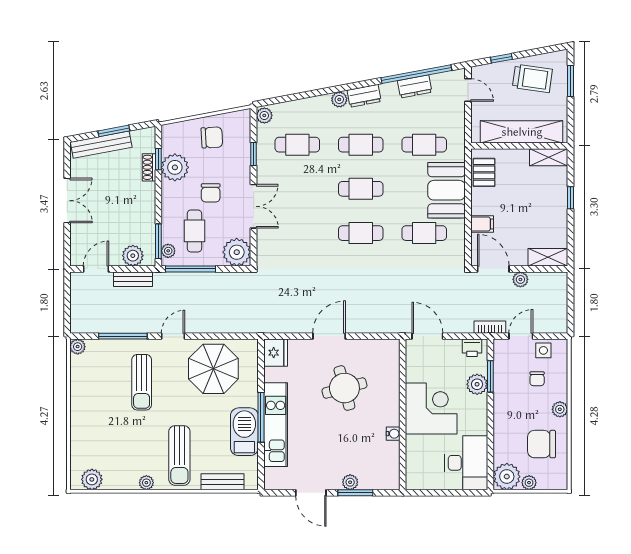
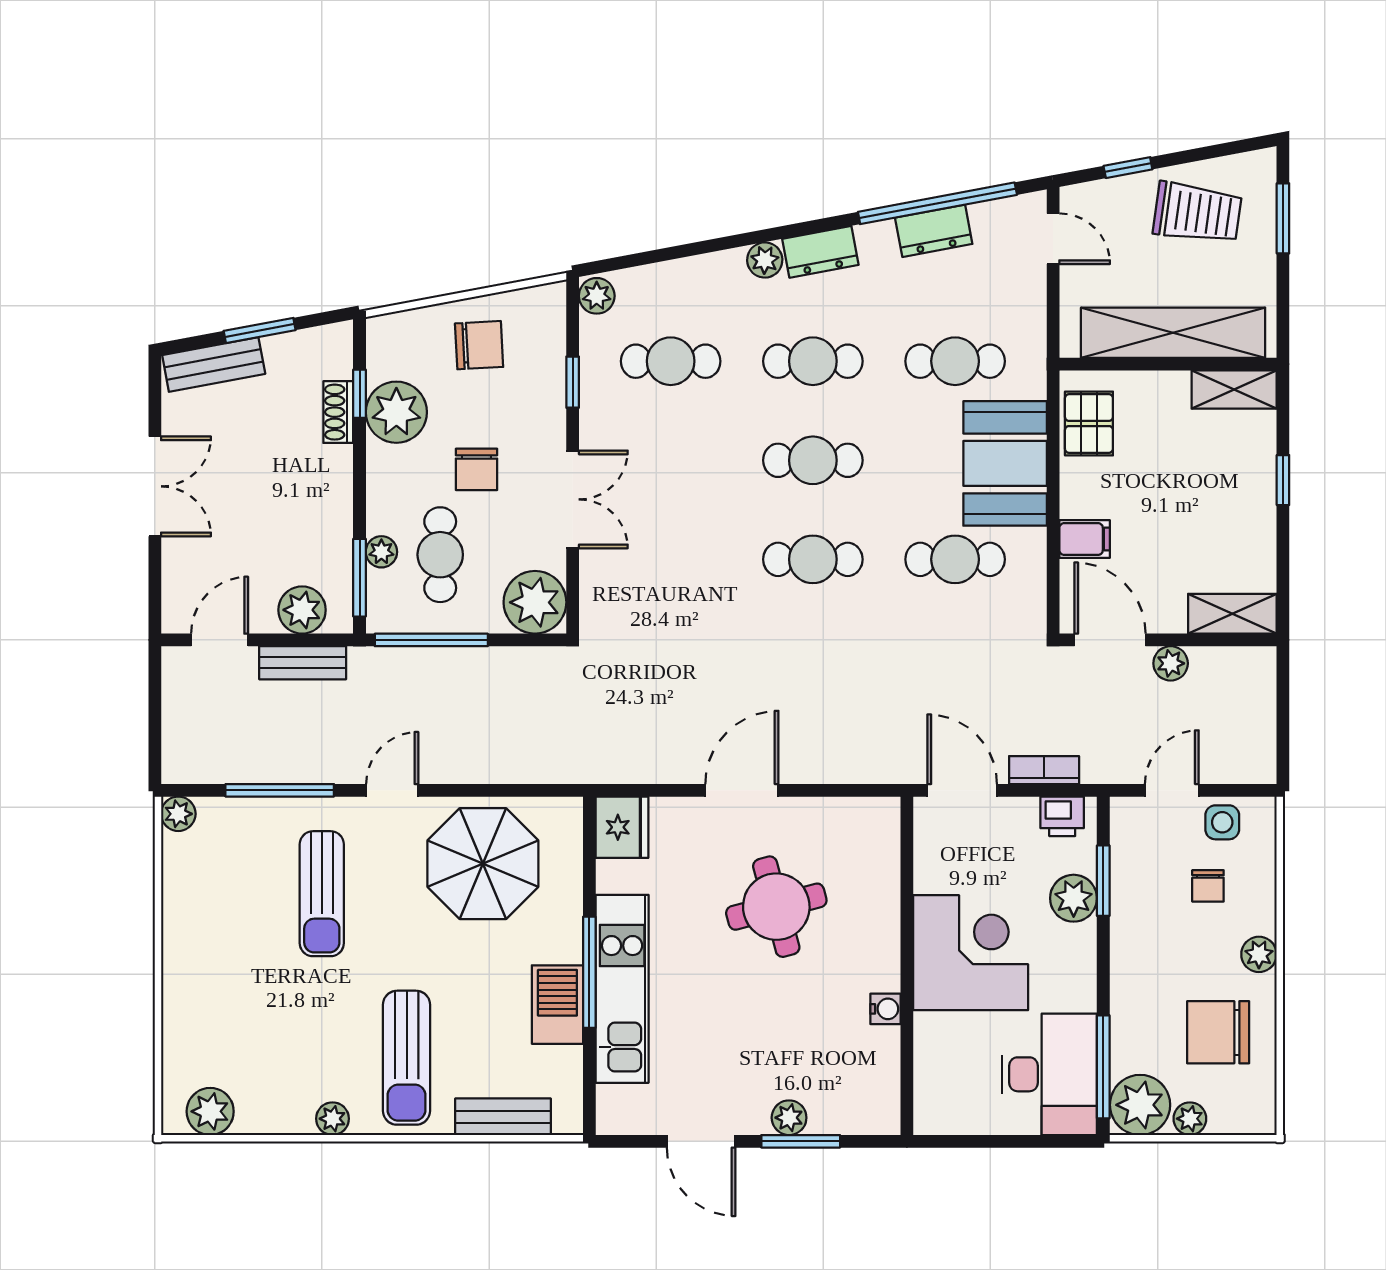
bench: (101, 145) -> (214, 364), width x0.73
plant: (168, 251) -> (381, 552), moved
bookcase: (490, 327) -> (1044, 770), moved
barbecue: (244, 432) -> (557, 1005), width x0.73, depth x0.83
window: (490, 460) -> (1103, 1067), added

